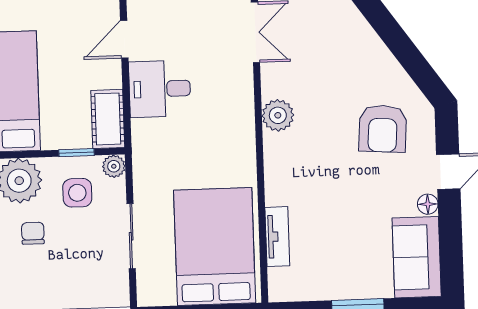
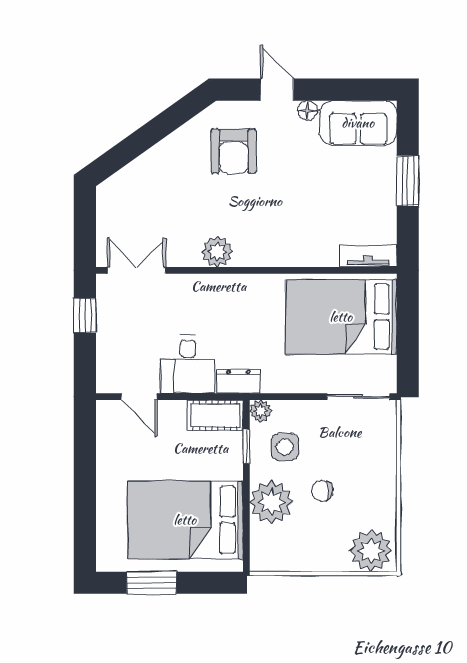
armchair: (383, 129) -> (234, 151), turned 86
dresser: (144, 142) -> (238, 381), added
sliding door: (131, 236) -> (358, 397), moved
tv unit: (277, 237) -> (368, 256), moved

